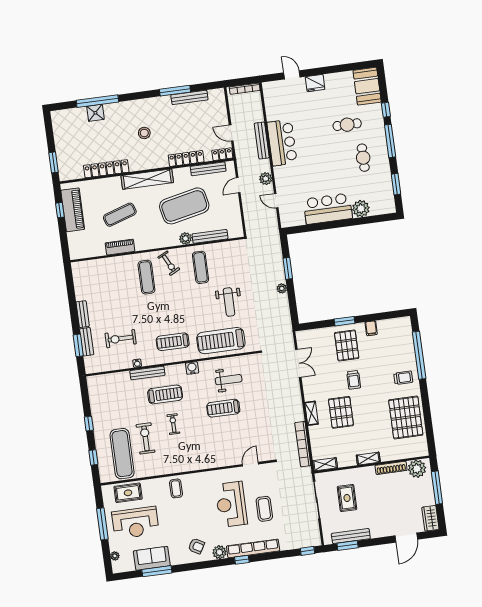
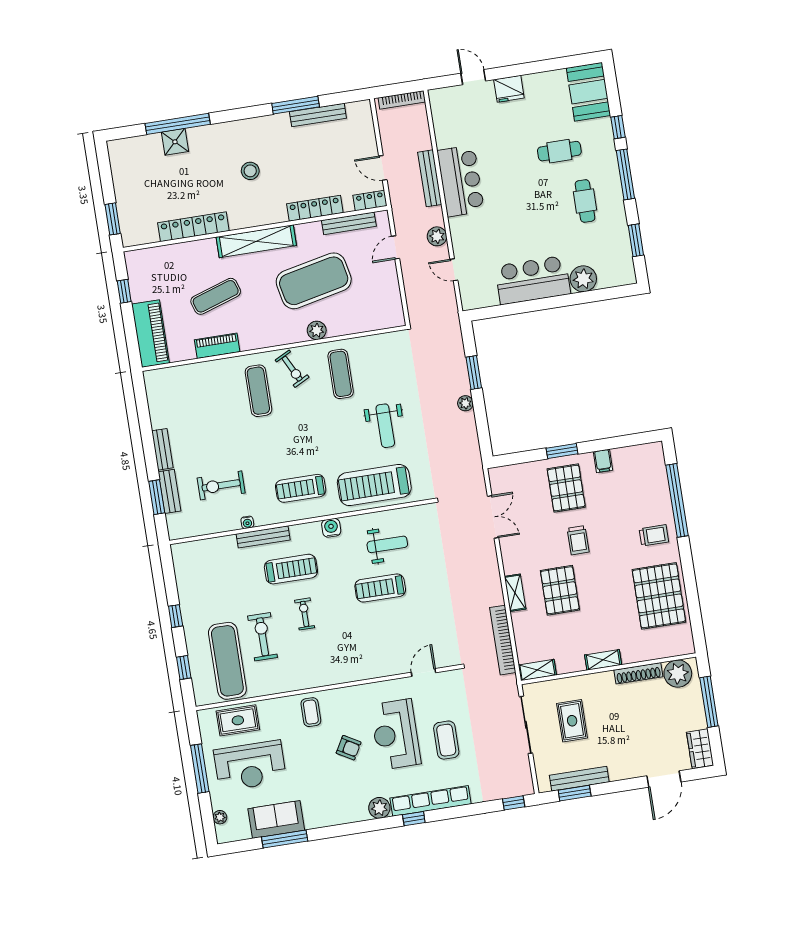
piano: (73, 210) -> (150, 334), moved
bench: (210, 236) -> (354, 326), removed
armchair: (196, 546) -> (349, 748), moved

